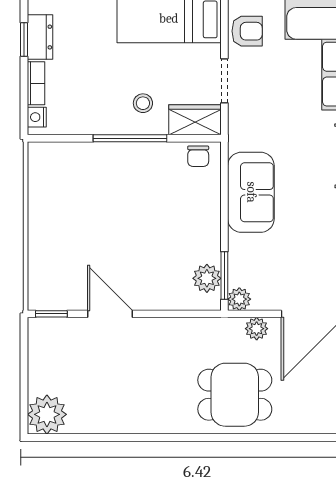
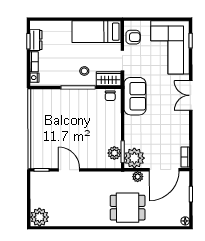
sofa: (251, 192) -> (135, 96), moved
plant: (239, 299) -> (134, 158), width x1.88, depth x1.88

